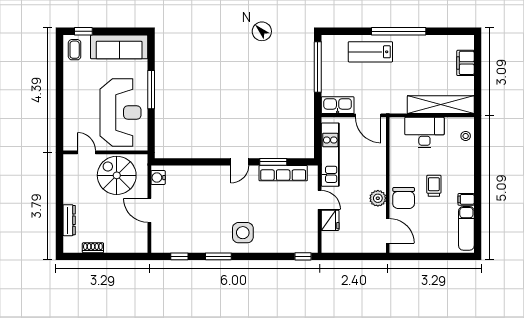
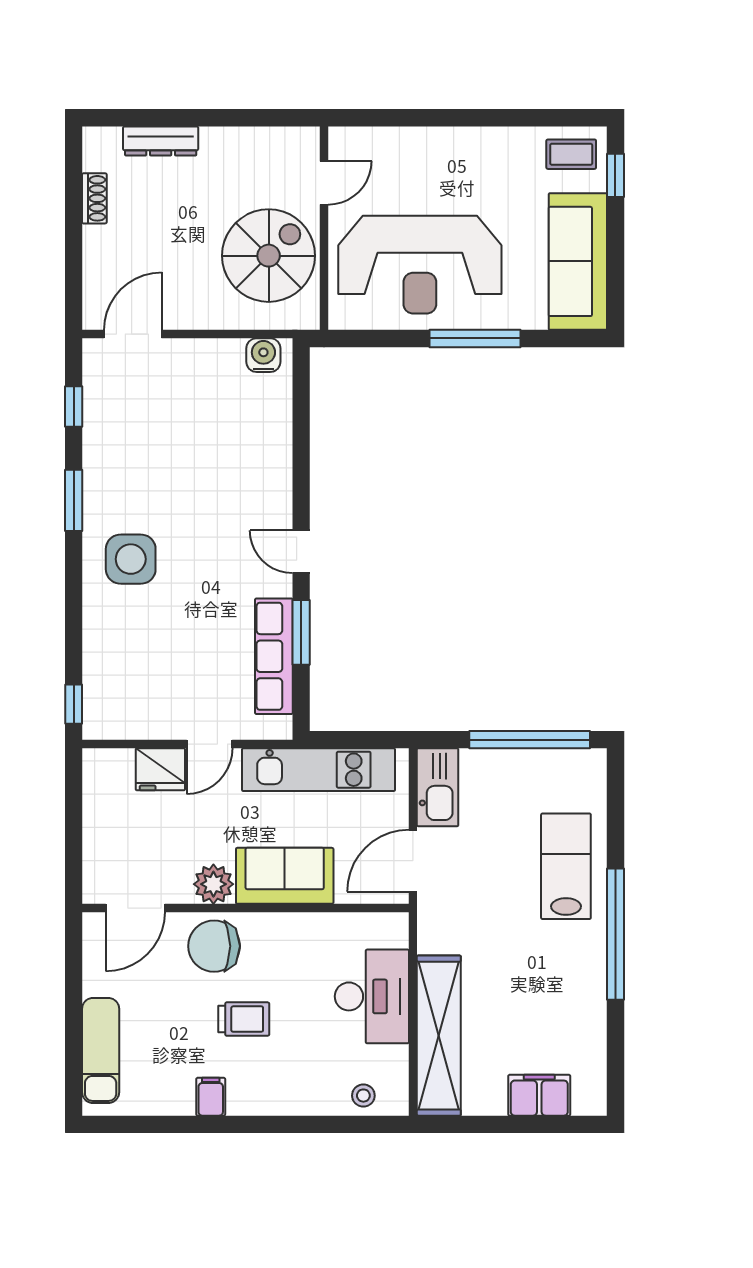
sofa: (374, 169) -> (285, 876), added
door: (149, 210) -> (133, 334), moved
exam couch: (466, 228) -> (101, 1050), moved, turned 90

